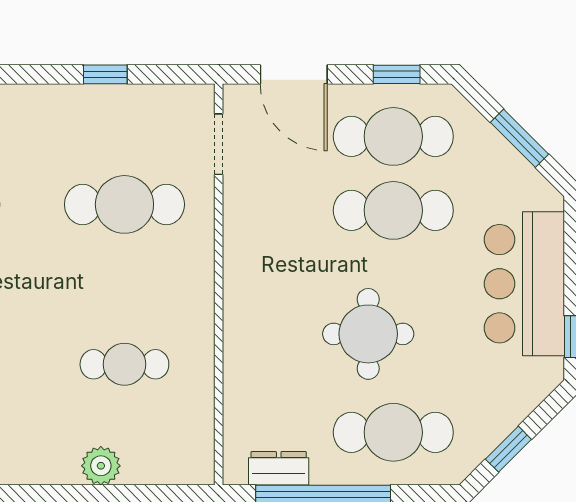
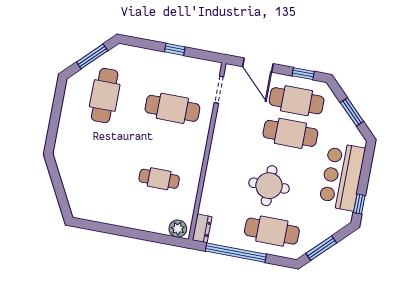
window: (508, 449) -> (321, 248), width x1.50
plant: (101, 466) -> (178, 229), moved
dresser: (279, 468) -> (202, 228), moved, turned 90

